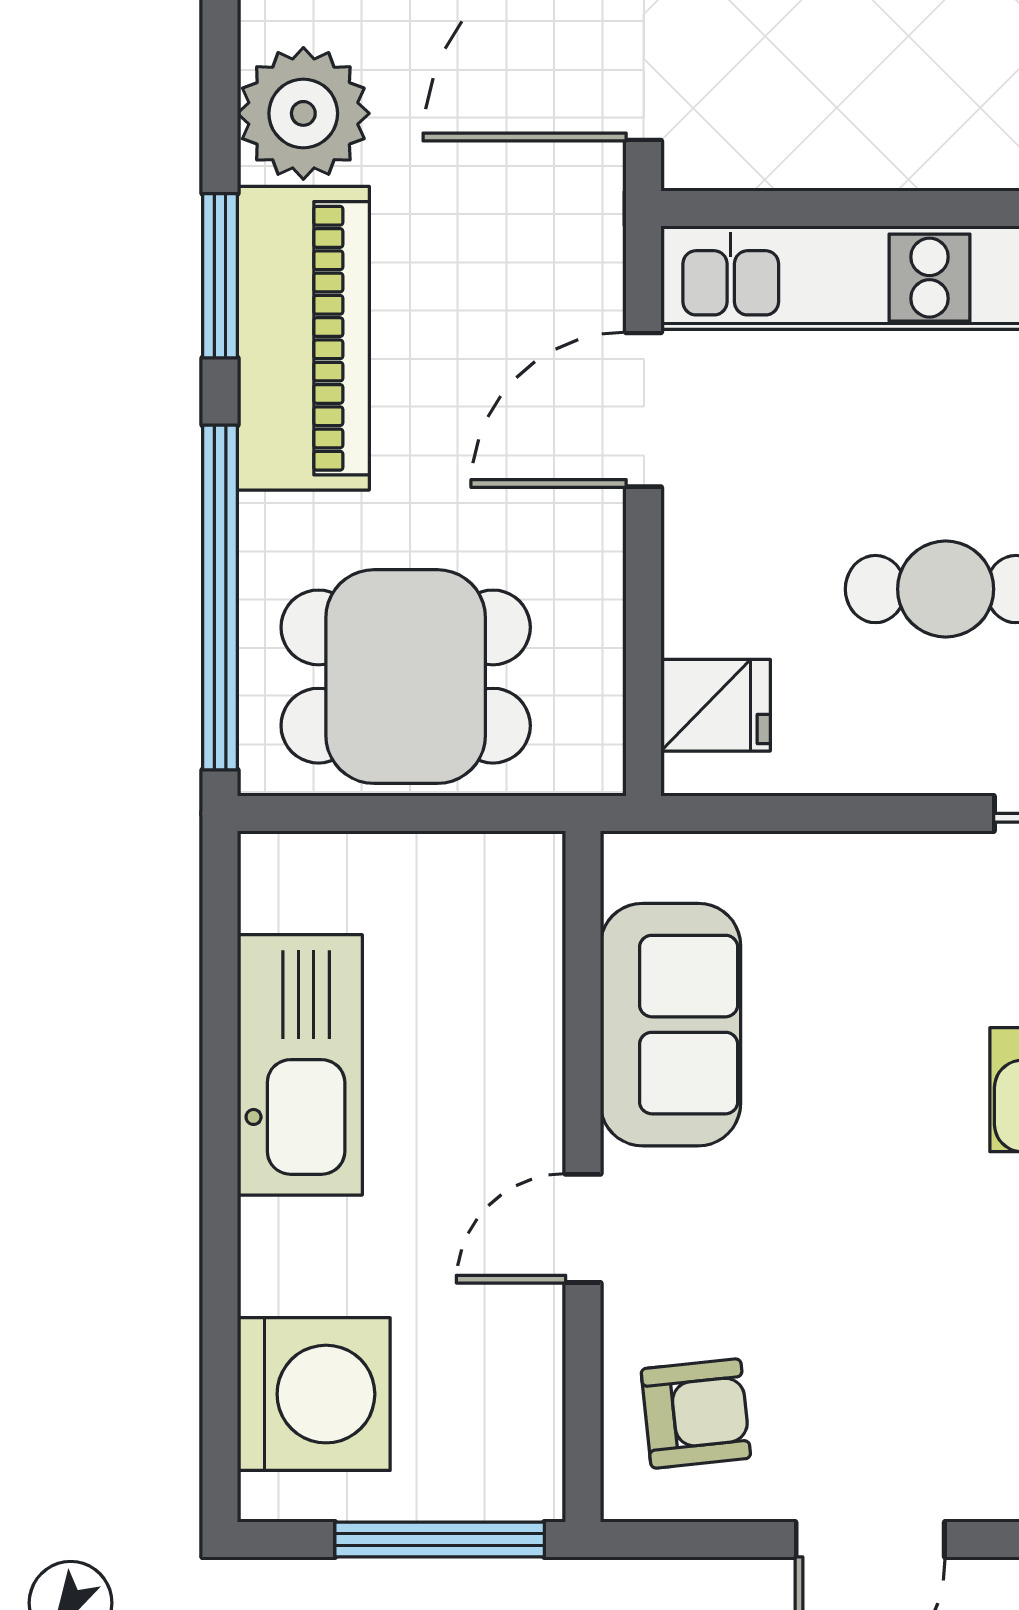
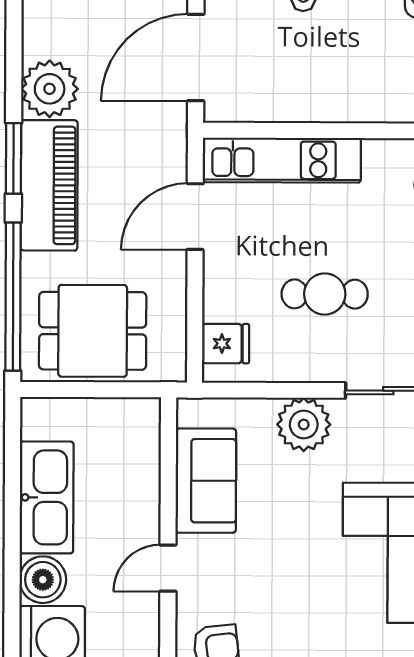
plant: (898, 893) -> (304, 424), added
boiler: (292, 1256) -> (43, 580), added

